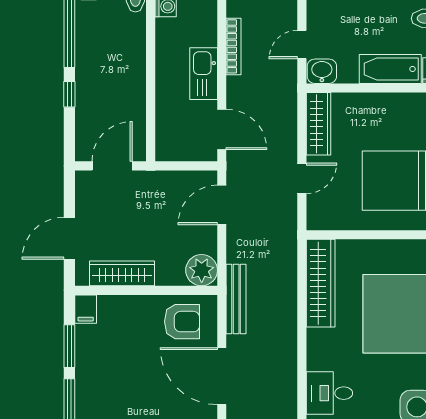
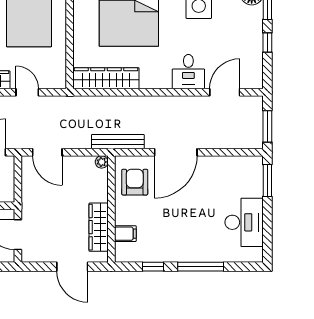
plant: (202, 270) -> (102, 162), width x0.53, depth x0.53
filing cabinet: (86, 309) -> (125, 234), moved
window: (69, 346) -> (153, 267), width x0.67

